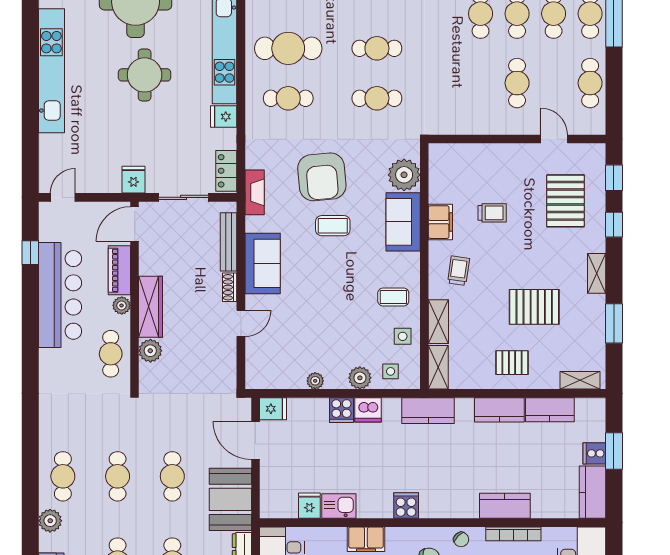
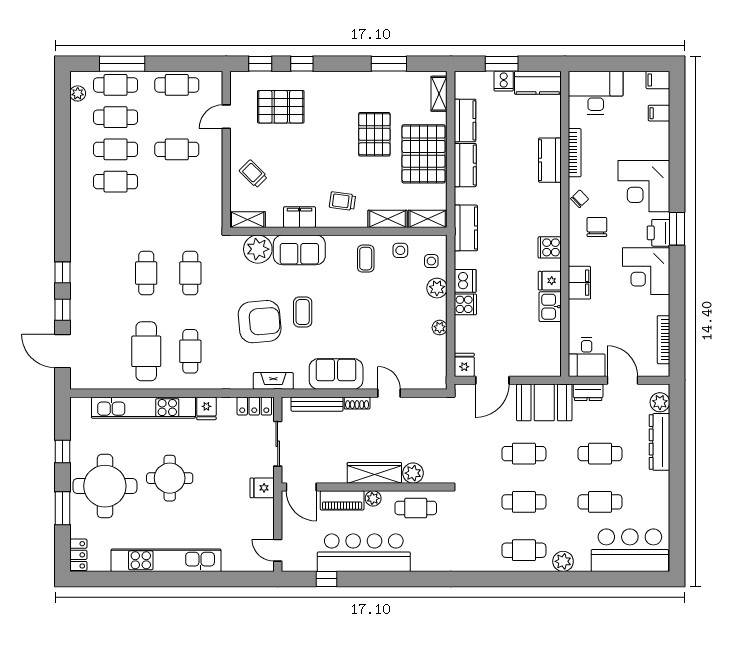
trolley: (492, 213) -> (253, 174), moved, turned -45
shelving: (597, 273) -> (248, 220), moved
pallet: (512, 363) -> (424, 154), width x2.05, depth x2.00
fridge: (309, 506) -> (550, 281), moved

